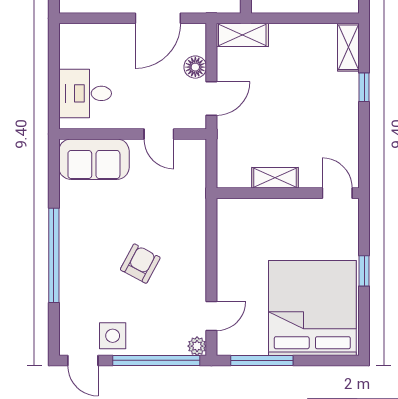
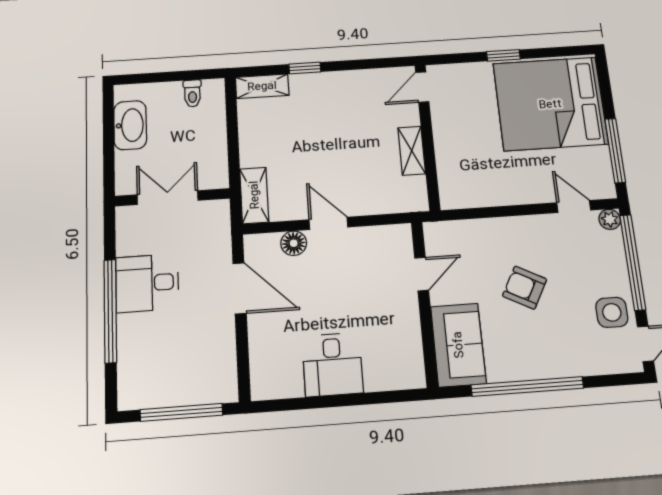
wall: (133, 134) -> (424, 303), moved
door: (159, 134) -> (422, 274), moved
sofa: (94, 159) -> (458, 345), moved

